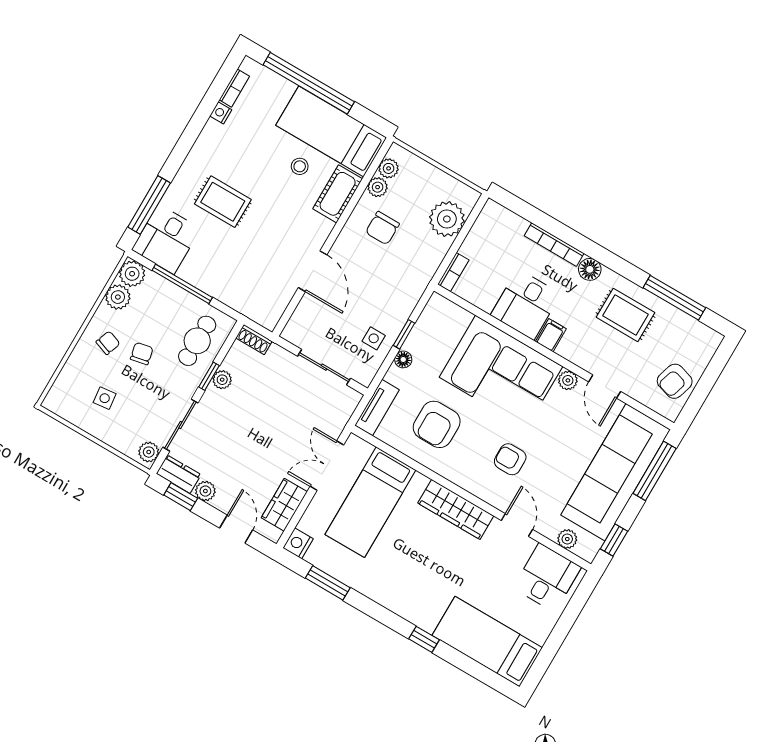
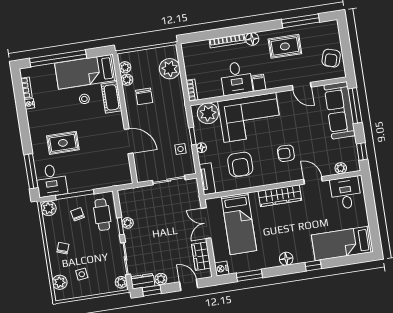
plant: (118, 297) -> (60, 282), moved
shoe rack: (254, 340) -> (127, 193), removed
chair: (142, 354) -> (77, 214), moved
plant: (568, 380) -> (208, 113), moved, width x1.87, depth x1.87
sofa: (616, 472) -> (340, 110), width x0.74, depth x0.79
floor lamp: (395, 601) -> (286, 259), added

